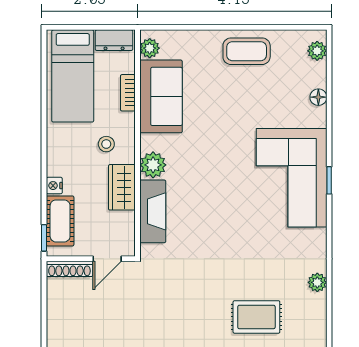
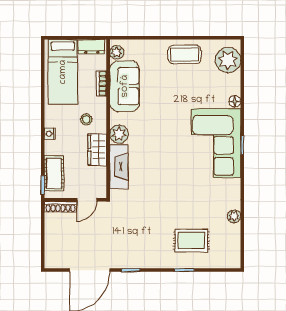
plant: (317, 51) -> (228, 60), width x1.88, depth x1.88
floor lamp: (318, 97) -> (235, 101), moved
nightstand: (54, 186) -> (50, 134), moved

